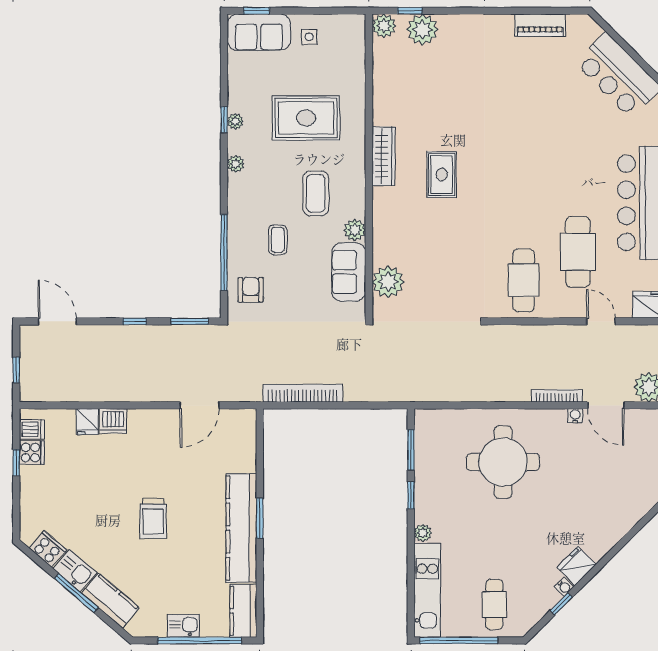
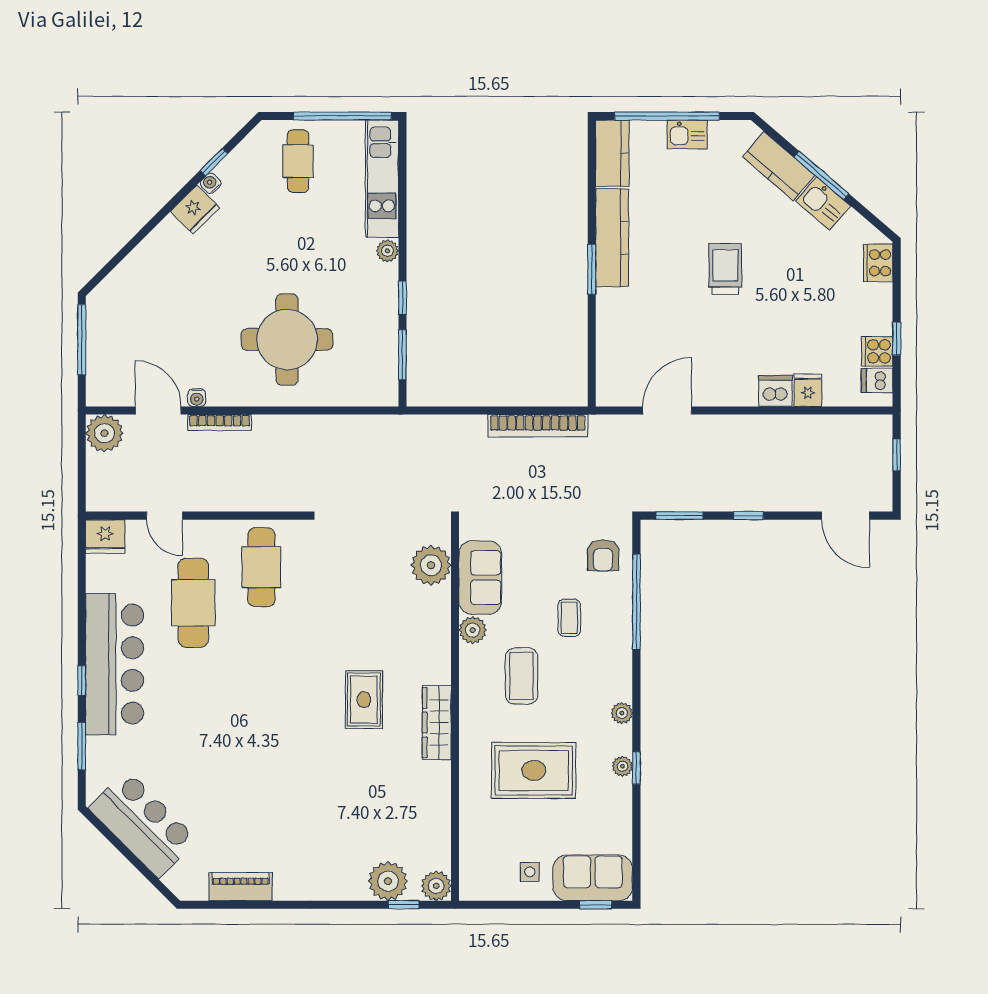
kitchen counter: (241, 528) -> (612, 238), width x0.72, depth x0.86
cooker: (48, 549) -> (878, 263), moved, turned 49

